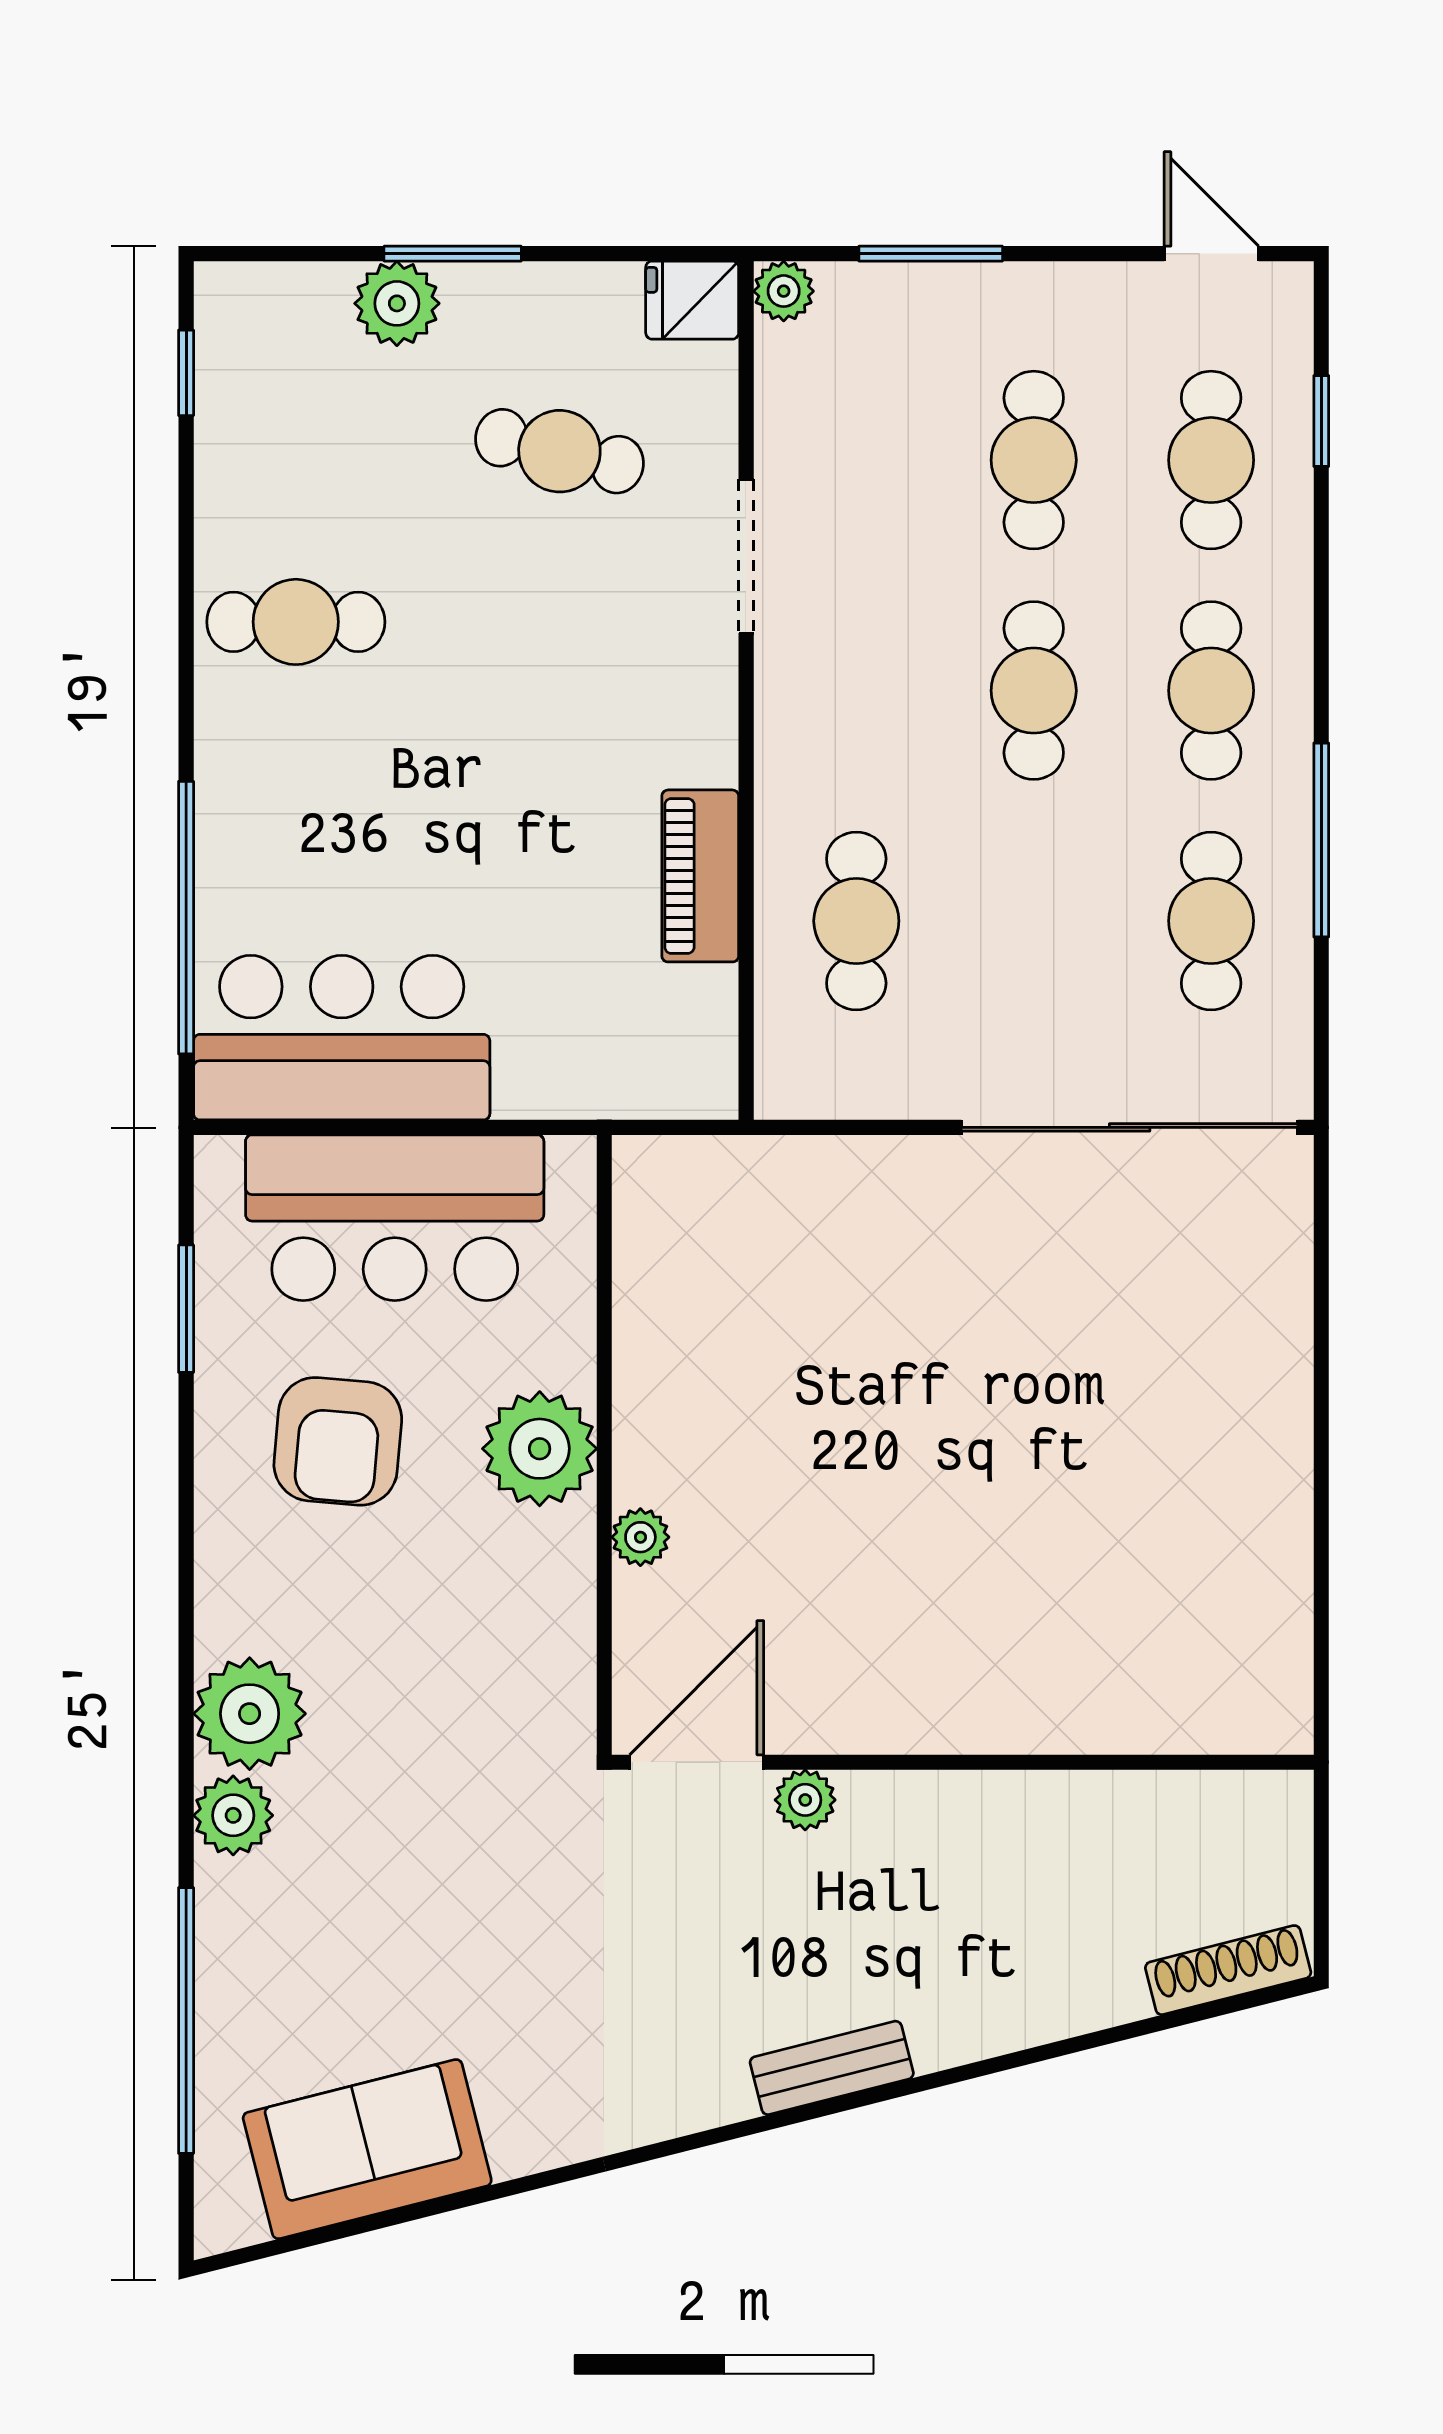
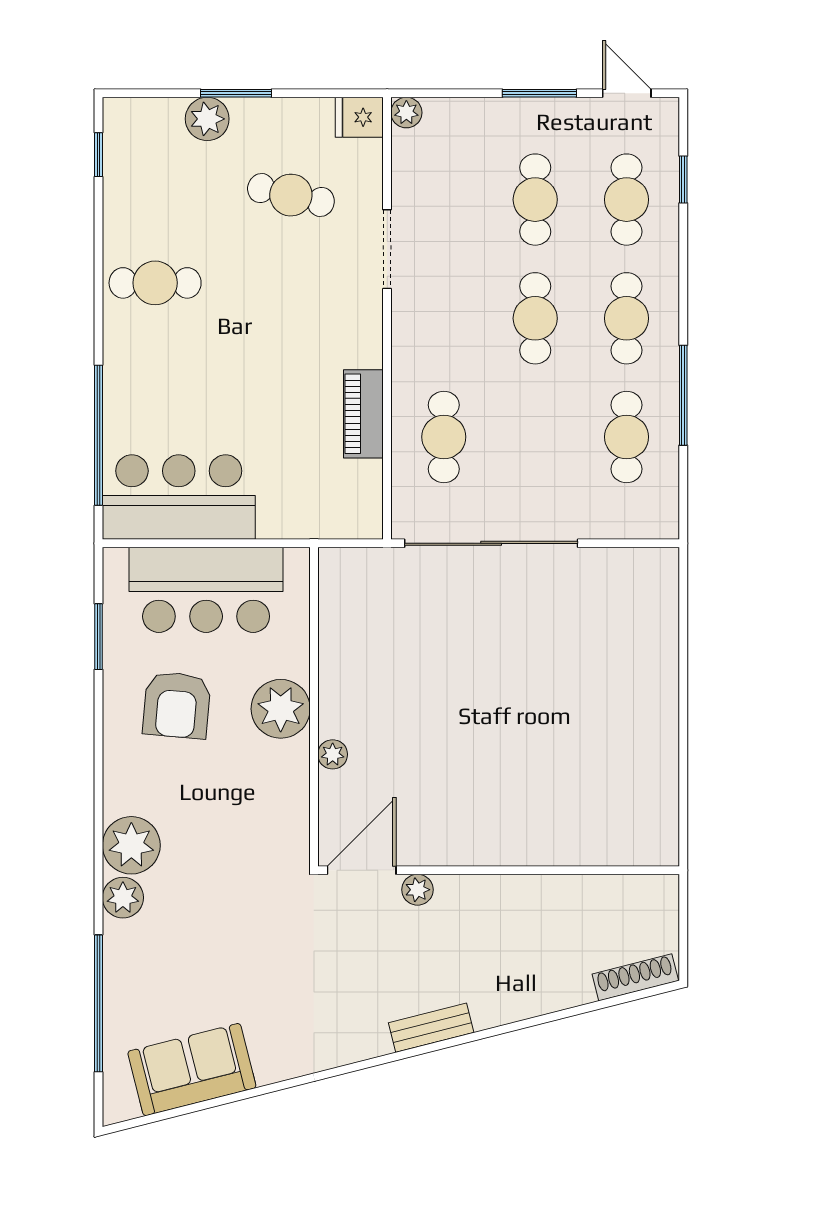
window: (931, 254) -> (539, 93), moved
sliding door: (1130, 1127) -> (491, 543), moved

